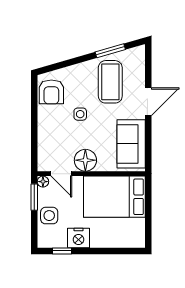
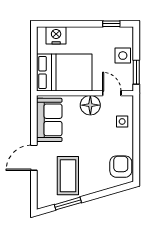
side table: (80, 114) -> (122, 121), moved
floor lamp: (43, 182) -> (128, 86), removed
nightstand: (78, 238) -> (56, 35), moved

